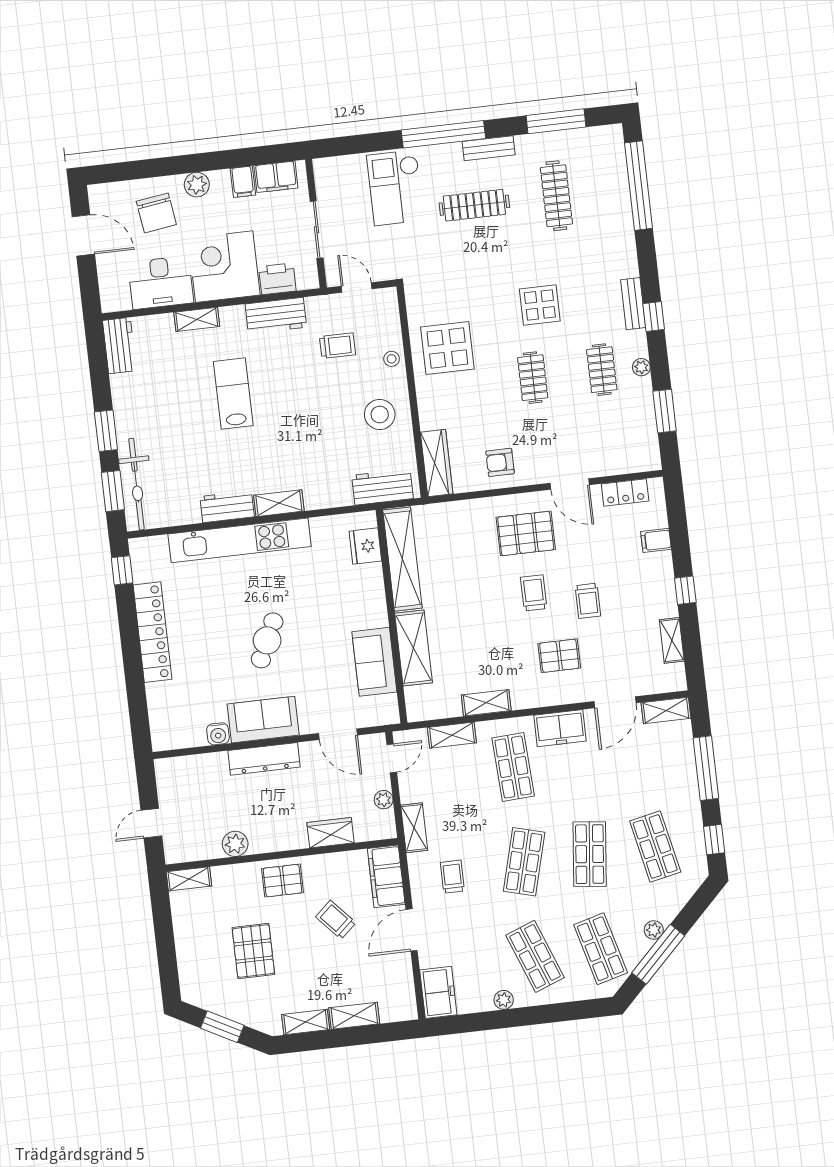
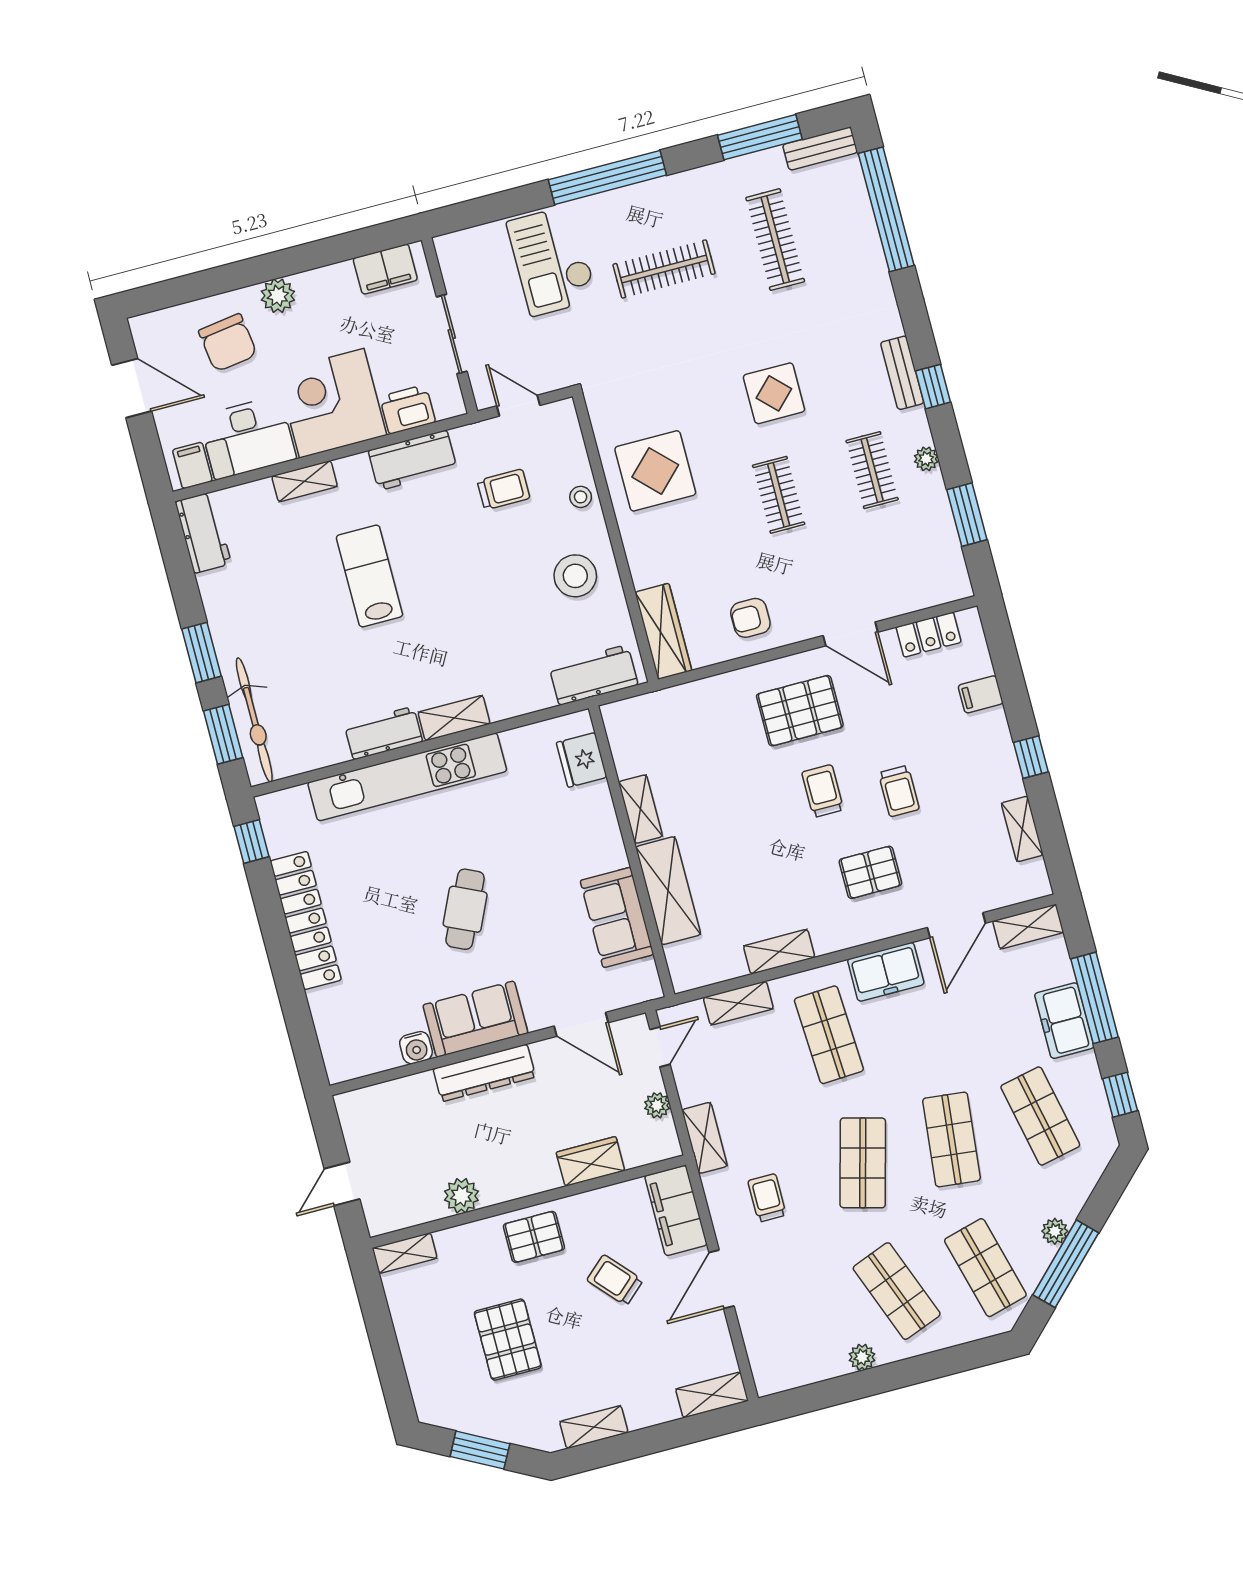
bench: (489, 148) -> (820, 149), moved
filing cabinet: (243, 182) -> (192, 465), moved, turned 180
shelving: (402, 559) -> (640, 809), width x0.45, depth x0.75
freezer: (438, 992) -> (1064, 1021), moved, turned 180
shelving: (354, 1016) -> (712, 1395), moved

